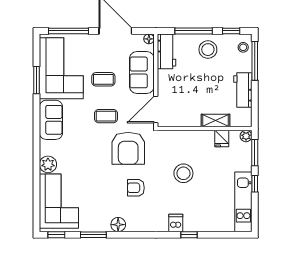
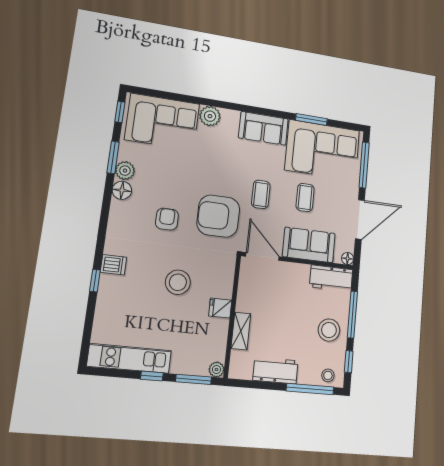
fridge: (222, 139) -> (220, 308), moved
plant: (102, 224) -> (125, 171), added

